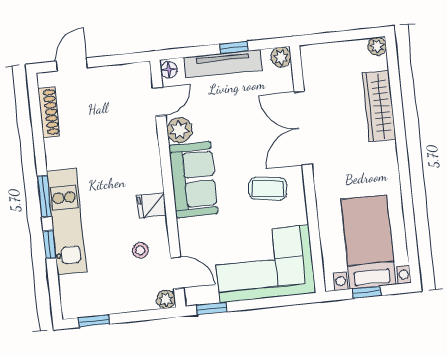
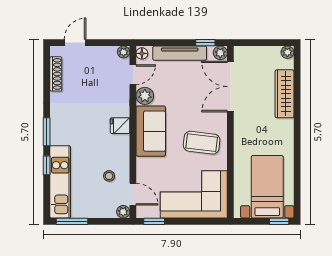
window: (234, 47) -> (205, 43), moved
plant: (142, 70) -> (124, 52), added
double door: (303, 128) -> (230, 87), moved
coffee table: (268, 189) -> (202, 143), width x1.36, depth x1.30
fridge: (151, 205) -> (120, 126), moved
kitchen unit: (67, 222) -> (60, 182), moved
window: (367, 292) -> (279, 221), moved
window: (94, 321) -> (72, 221), width x1.50

